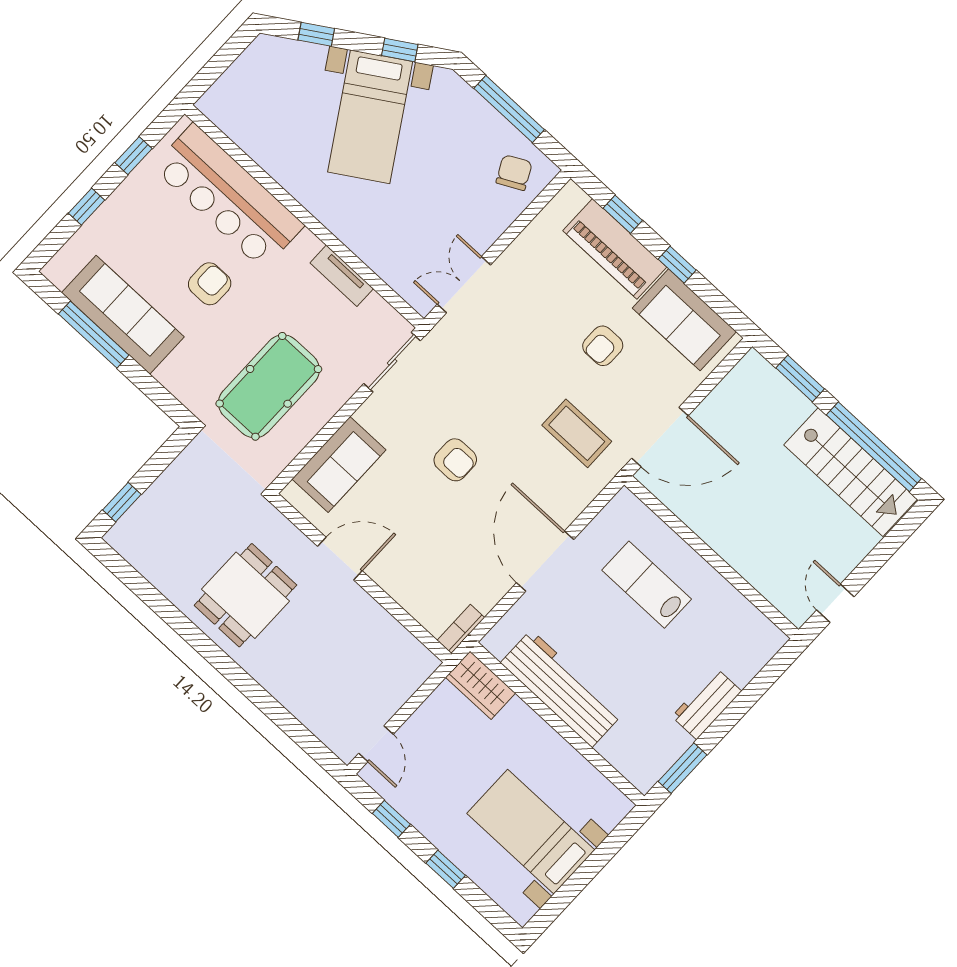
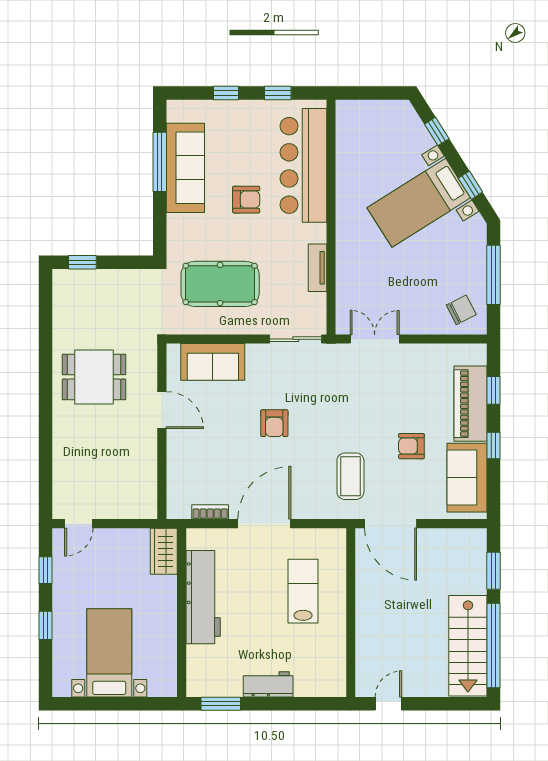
bookcase: (461, 629) -> (210, 512), moved

